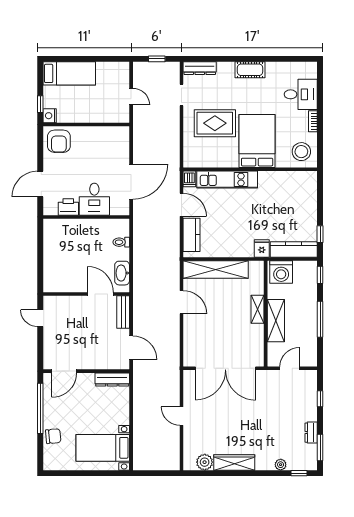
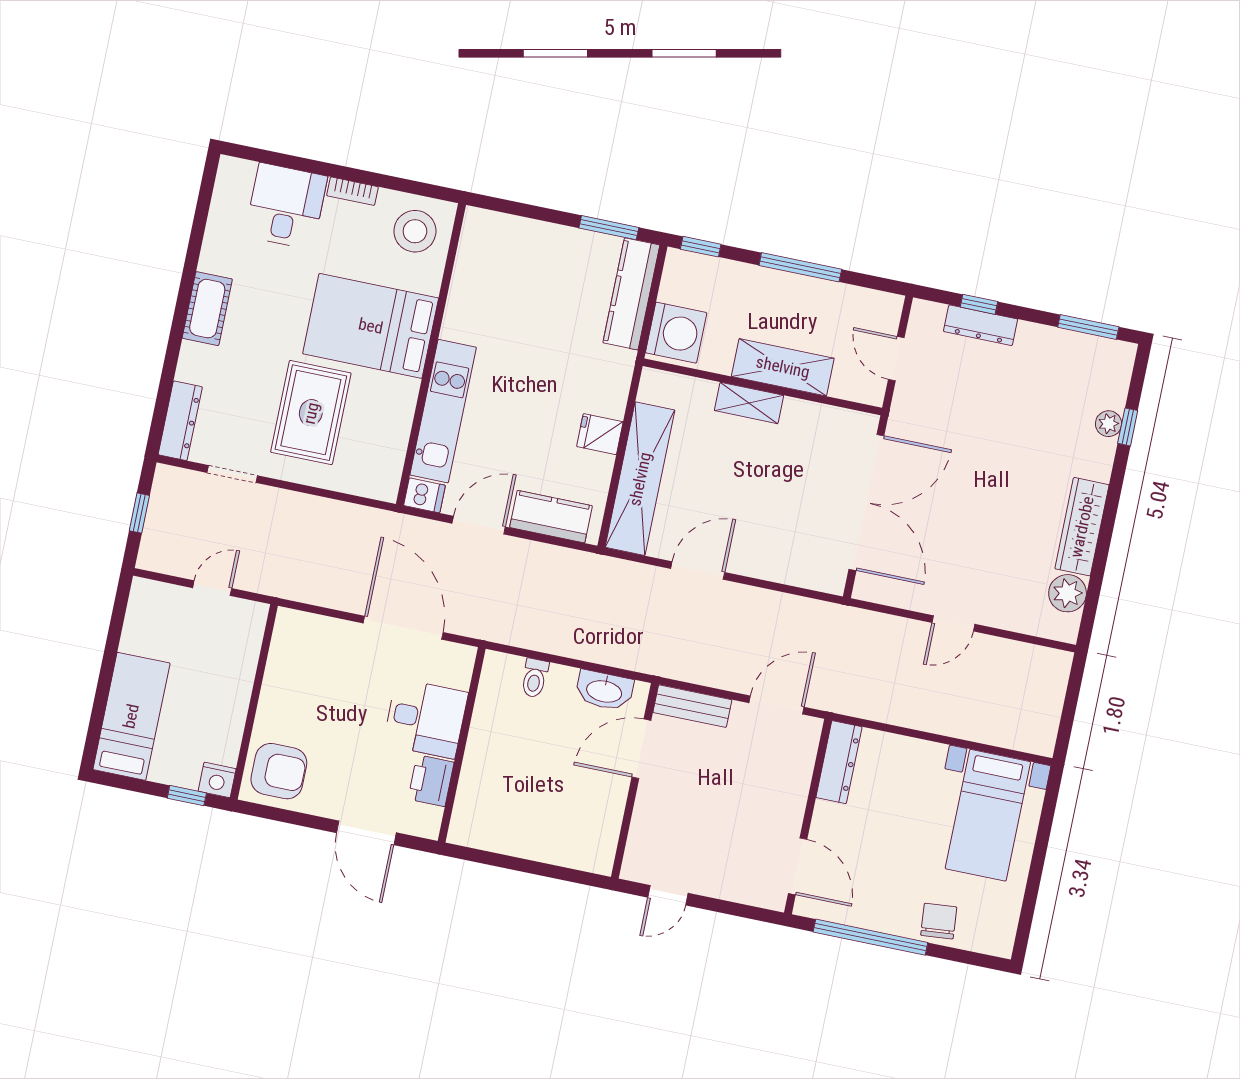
window: (320, 234) -> (609, 228), width x1.50
fridge: (262, 248) -> (600, 434), moved
dresser: (311, 433) -> (981, 325), moved, width x1.44
window: (299, 473) -> (1128, 427), moved

